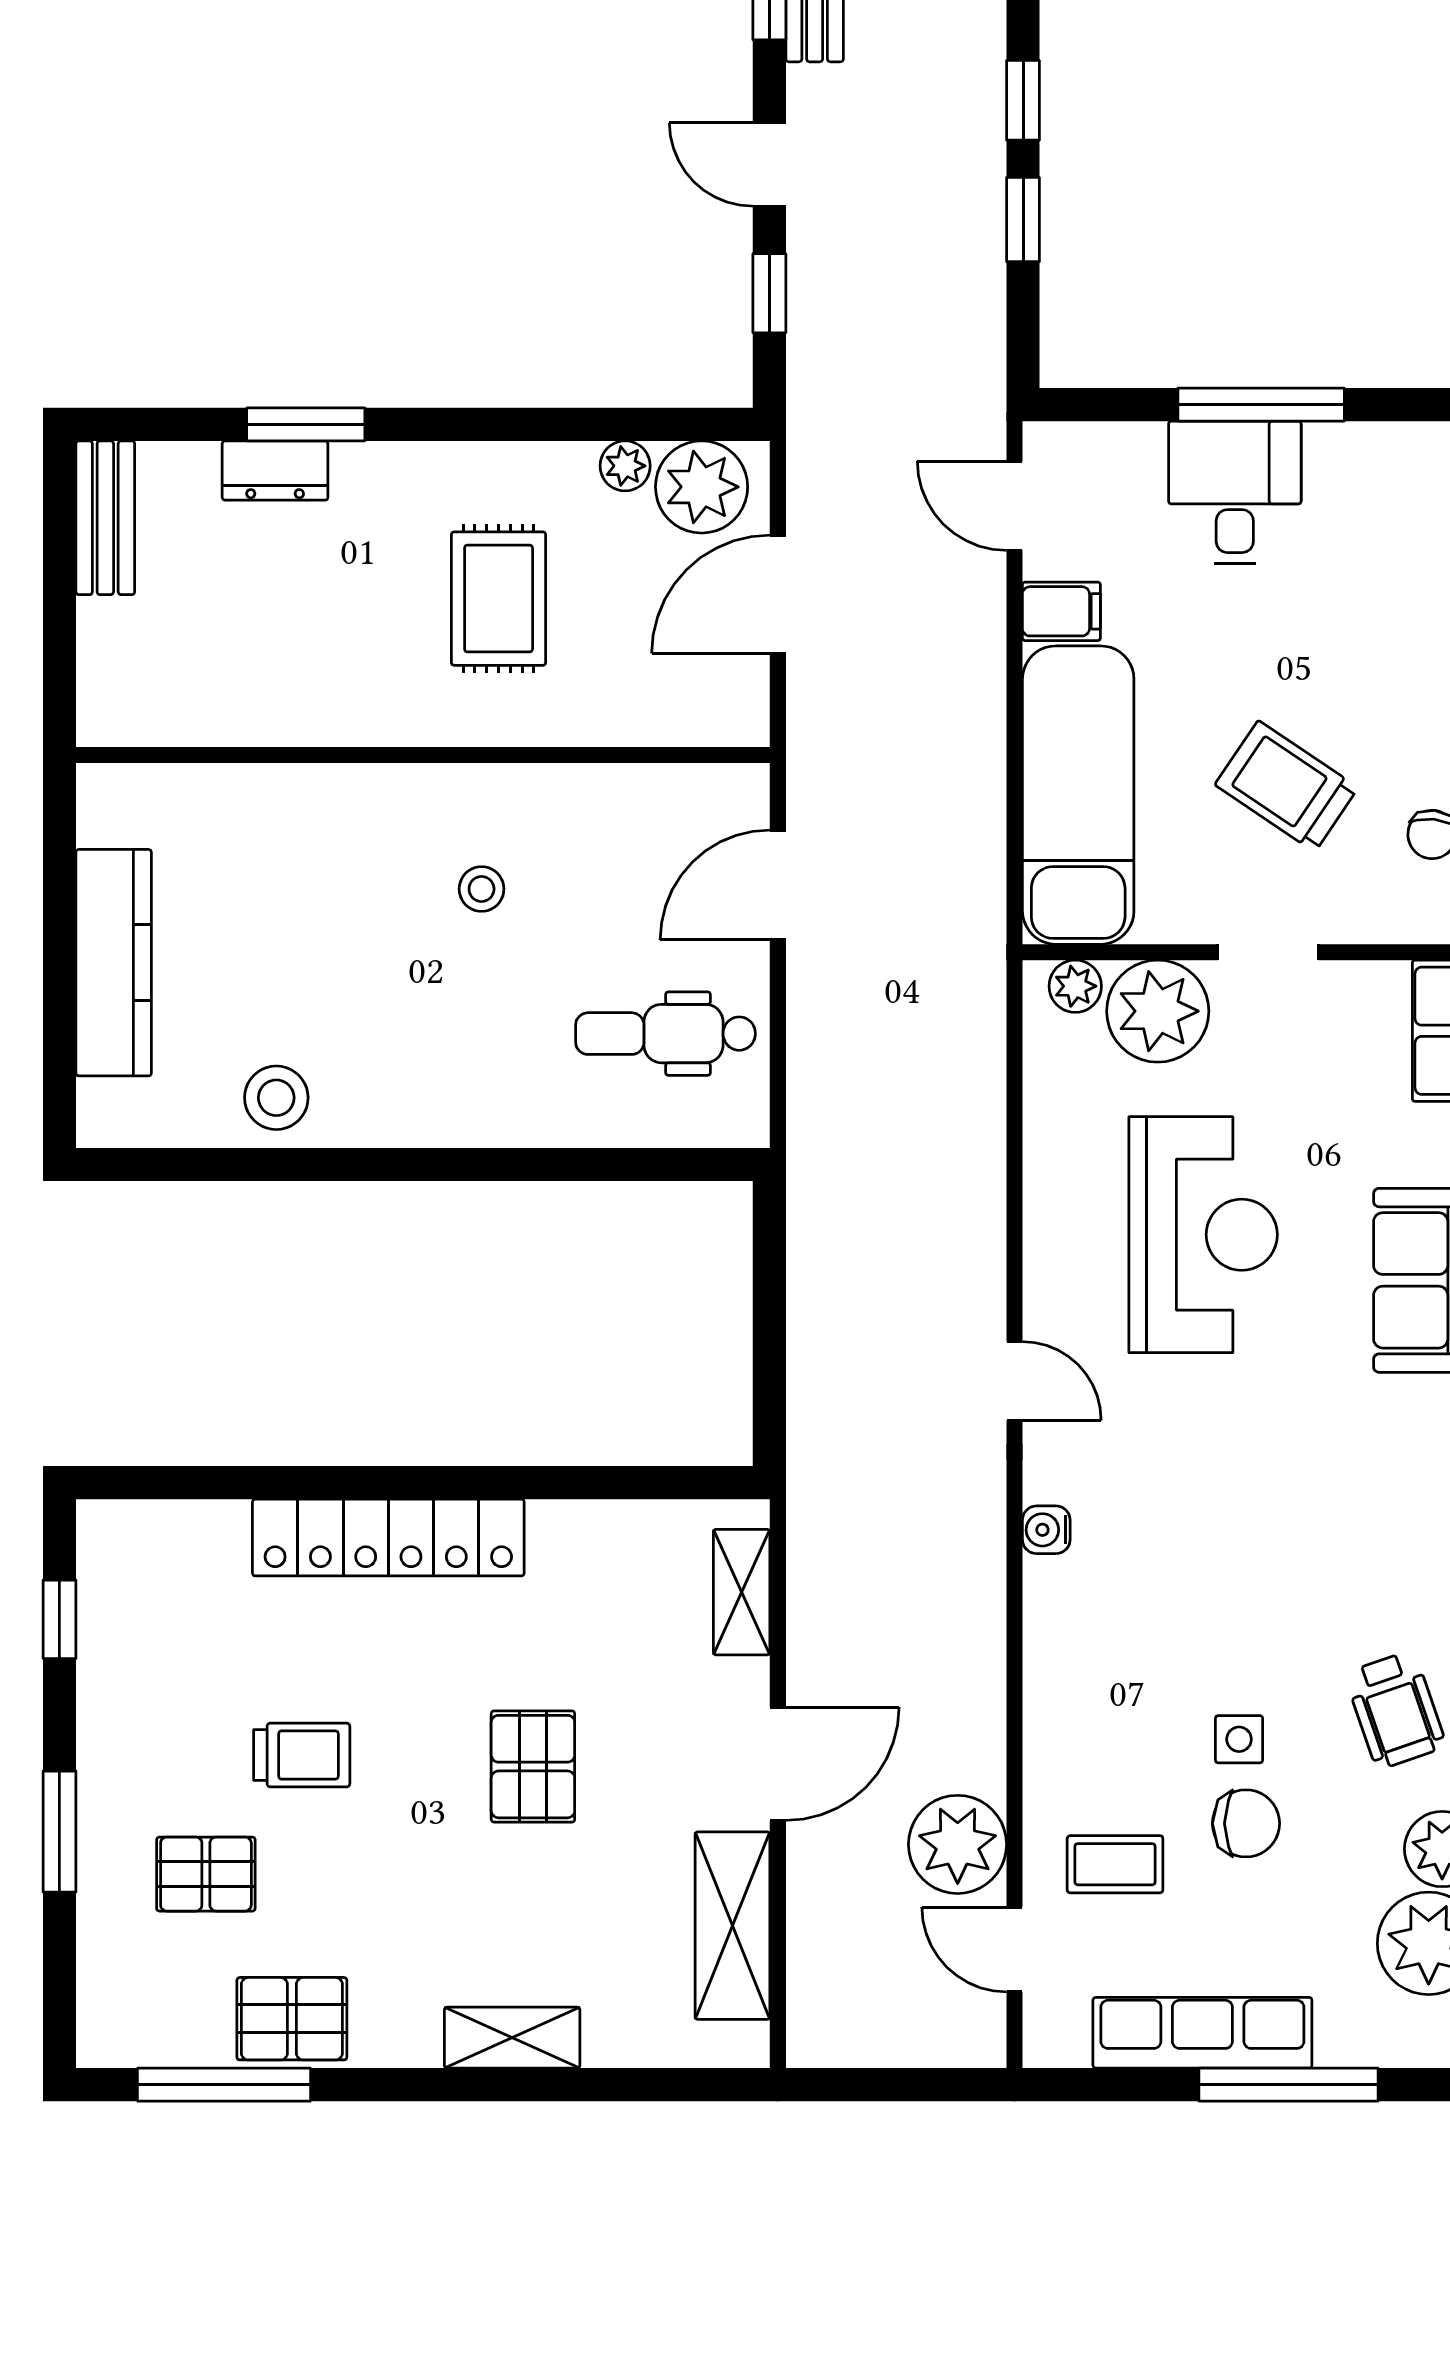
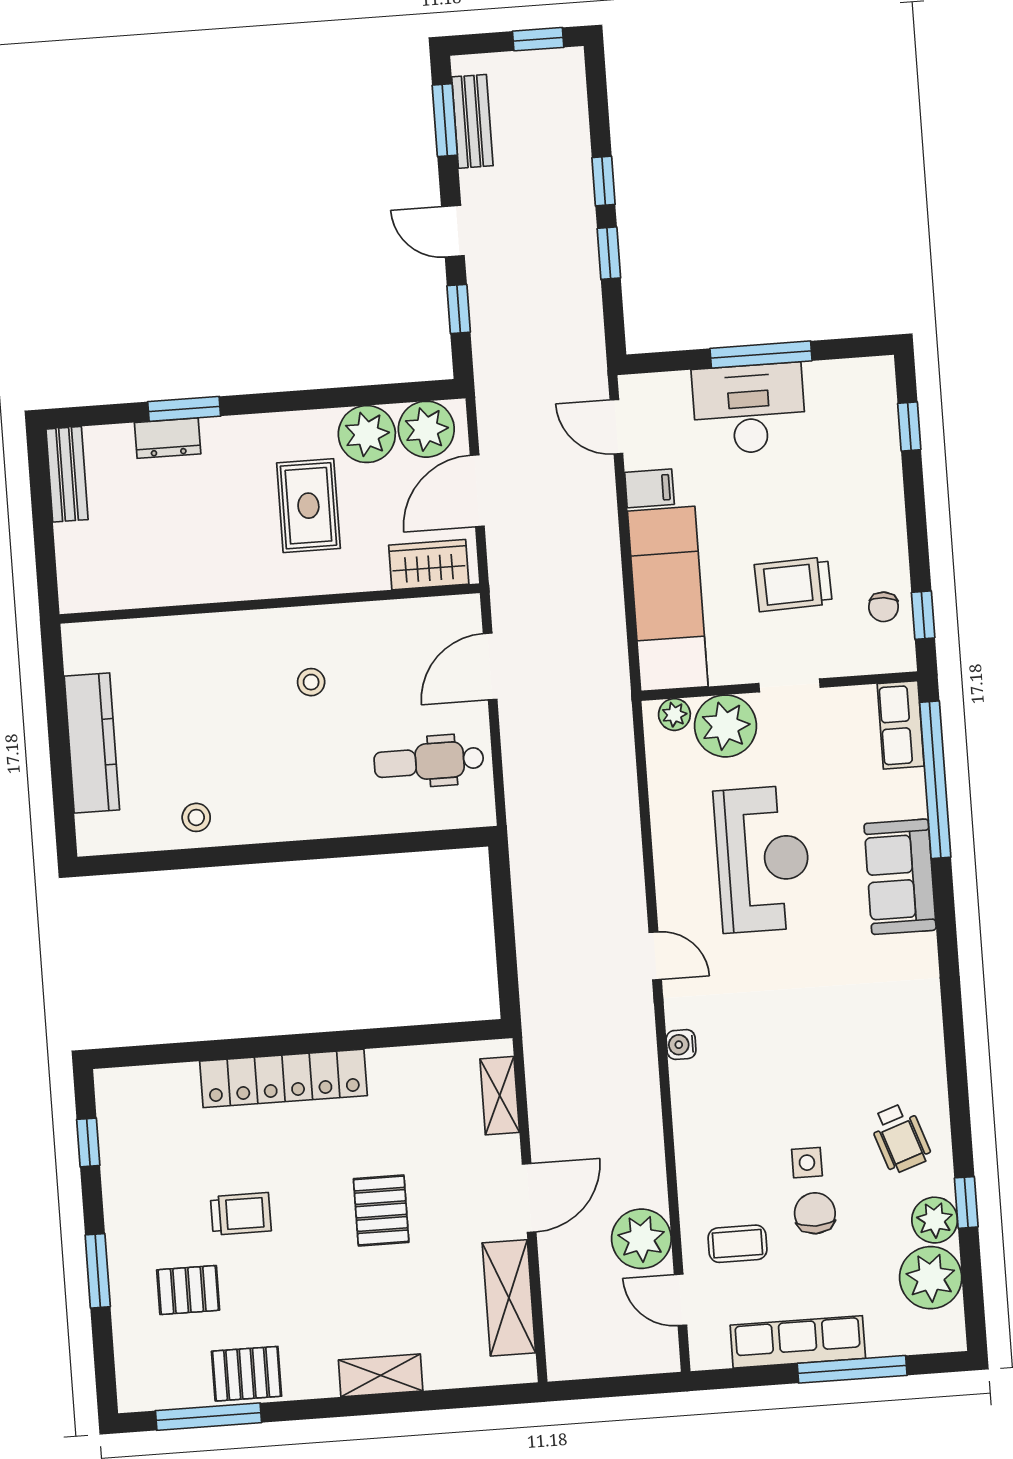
plant: (625, 466) -> (367, 434), width x1.88, depth x1.88
desk: (1235, 493) -> (749, 409), width x1.37
wardrobe: (689, 710) -> (429, 565), added
trolley: (1286, 786) -> (793, 584), turned -36
stool: (276, 1098) -> (196, 817), width x0.73, depth x0.73
chair: (1246, 1823) -> (815, 1213), turned -90

